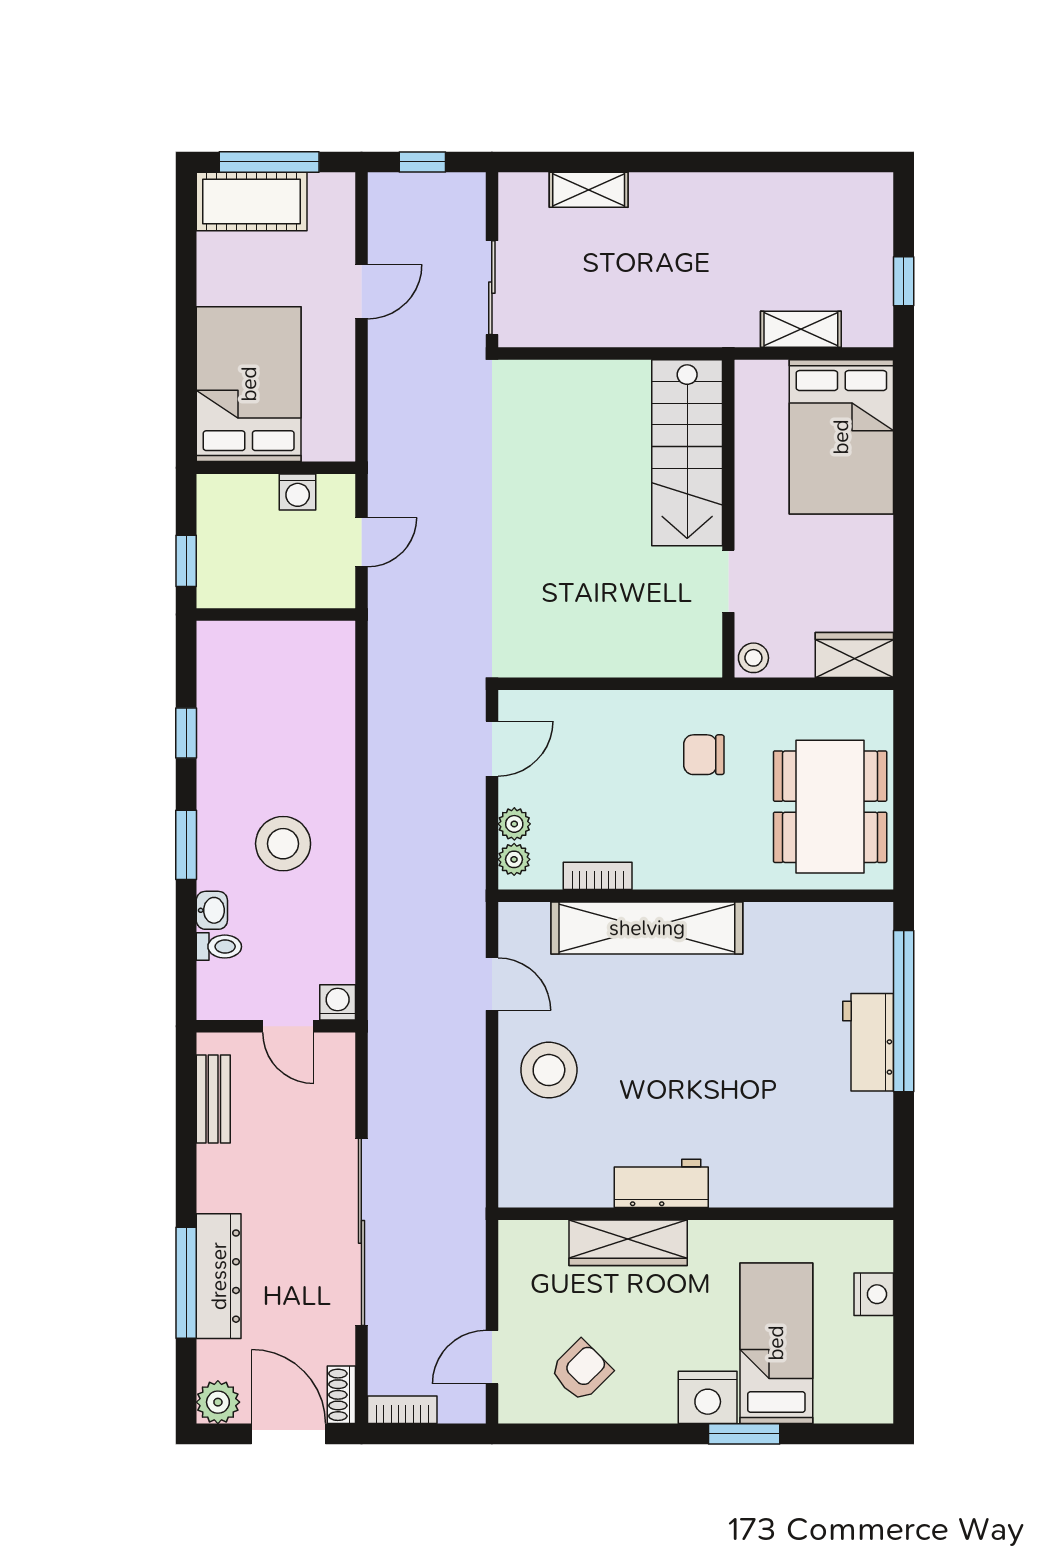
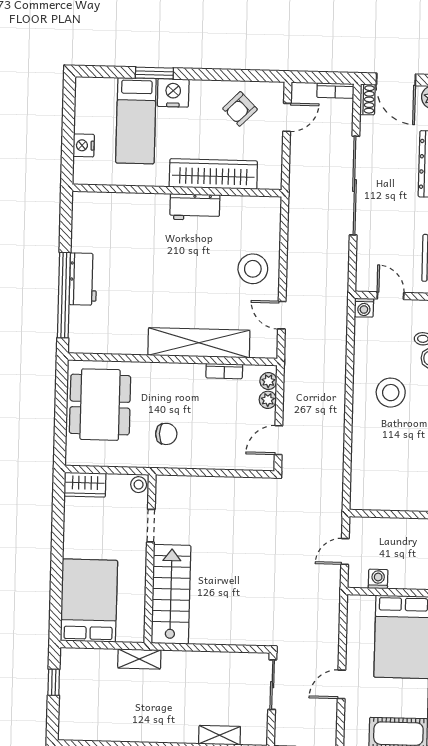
shelving: (801, 329) -> (139, 659), moved
wardrobe: (628, 1243) -> (213, 174), width x1.40, depth x1.17

